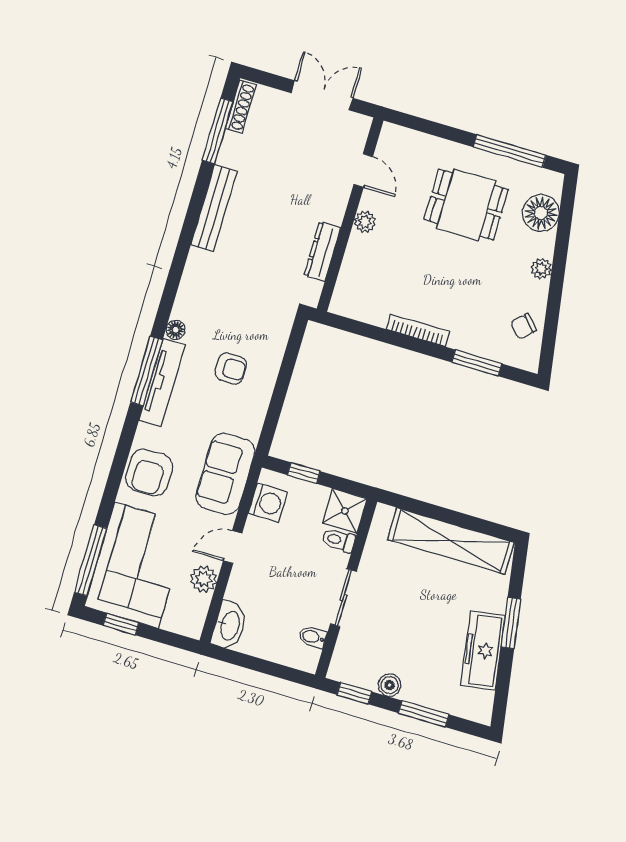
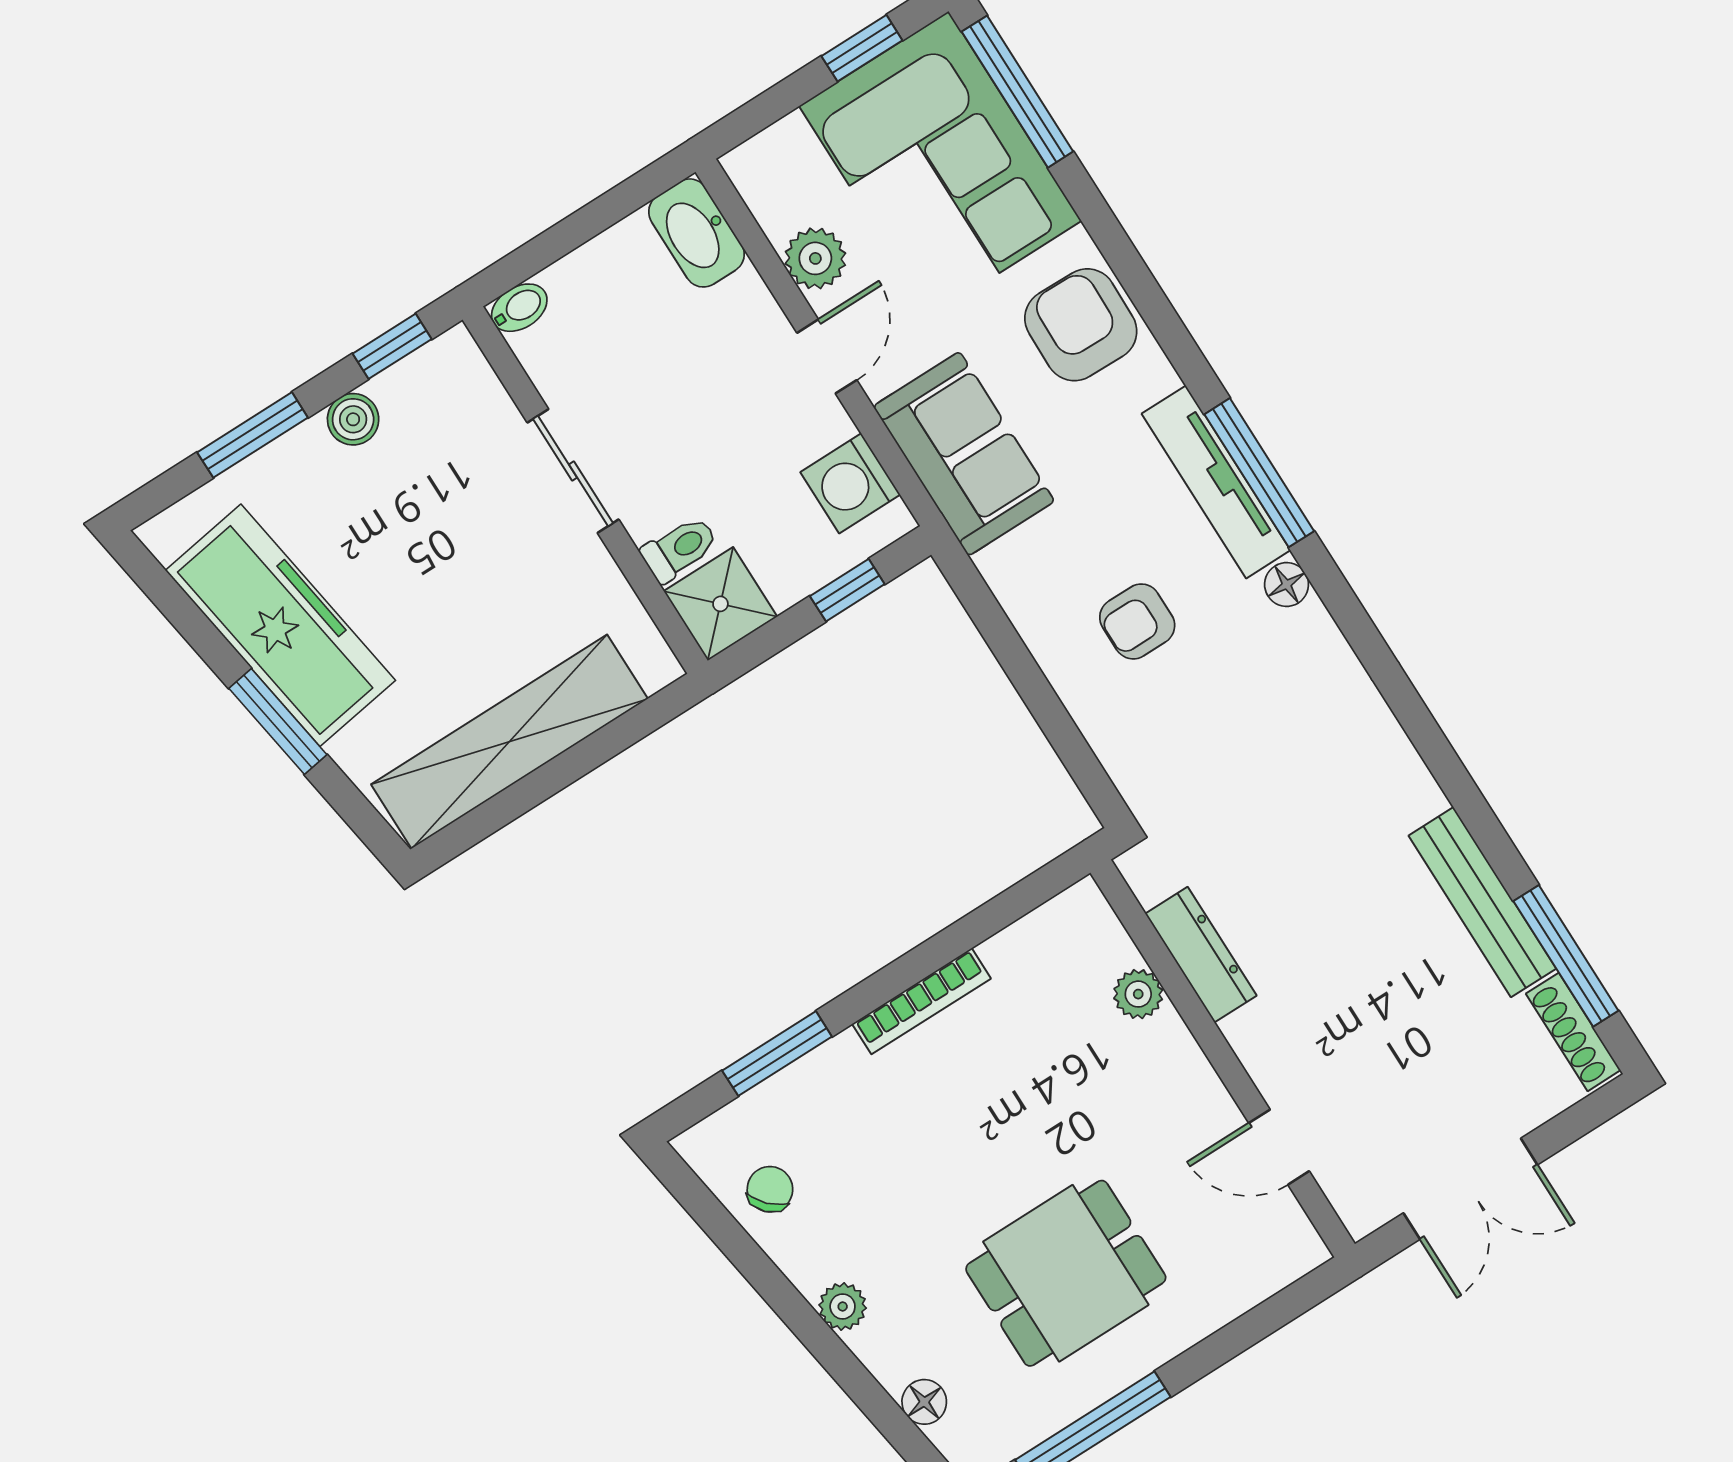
bench: (214, 208) -> (1482, 902), moved
floor lamp: (541, 213) -> (924, 1402), width x0.53, depth x0.53
plant: (365, 222) -> (1138, 994), moved
bidet: (313, 637) -> (519, 308), moved
freezer: (483, 650) -> (280, 625), width x1.36, depth x1.26

